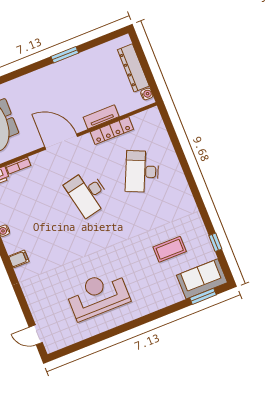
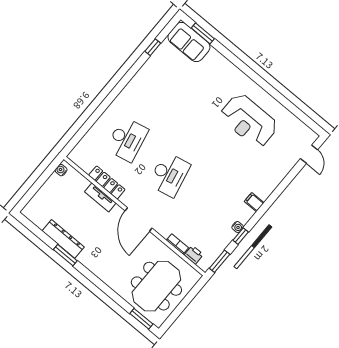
dresser: (133, 68) -> (63, 239), moved, turned -90
desk: (142, 171) -> (127, 139), turned -36
coffee table: (170, 249) -> (179, 82), removed

